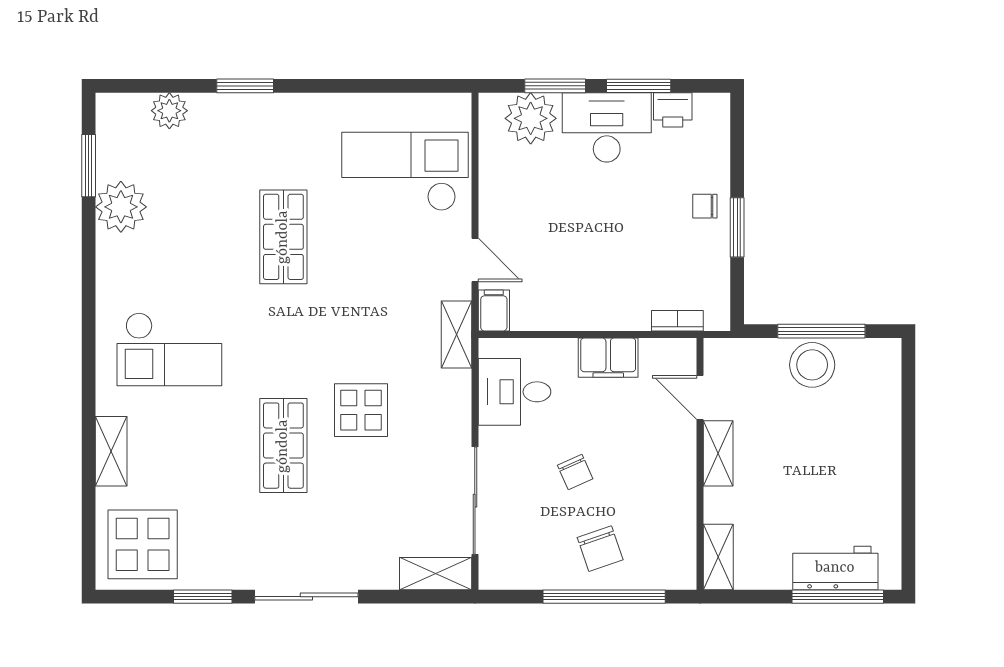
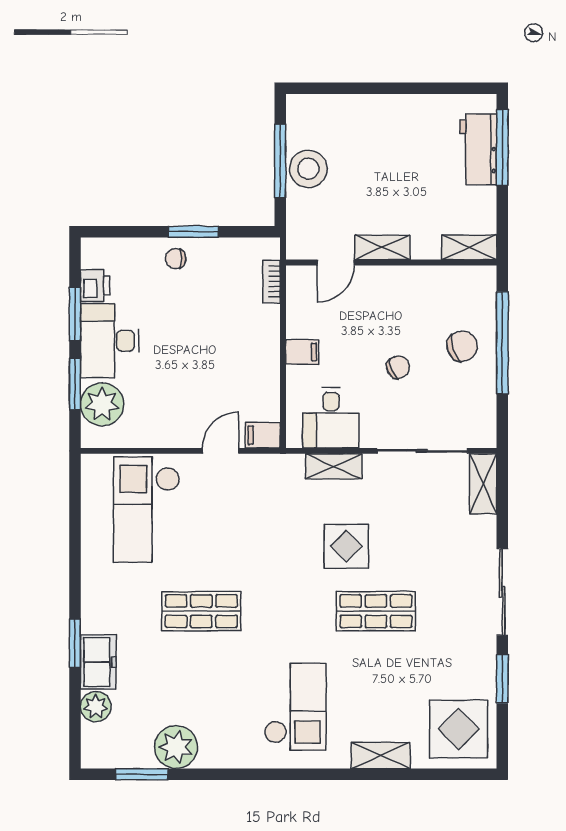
freezer: (223, 114) -> (98, 662), added
chair: (705, 206) -> (176, 259), turned 90
shelving: (456, 335) -> (334, 466), moved
filing cabinet: (608, 358) -> (302, 352), width x0.50

